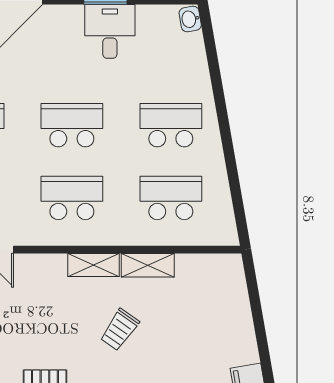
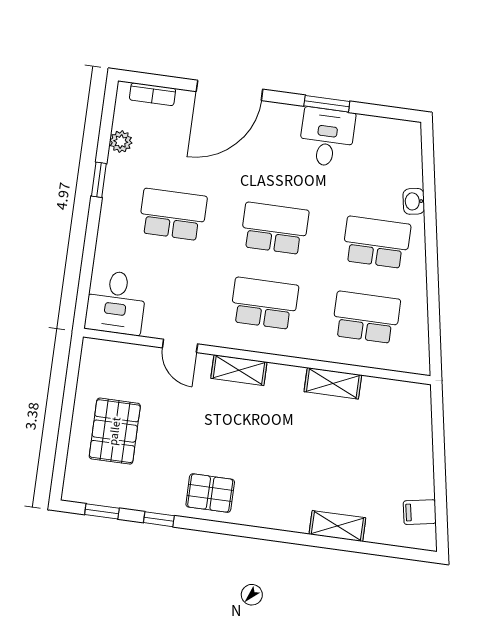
washbasin: (190, 19) -> (414, 201), moved
shelving: (94, 265) -> (239, 370), moved
trolley: (120, 330) -> (295, 446), removed

